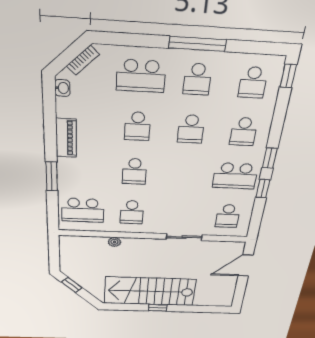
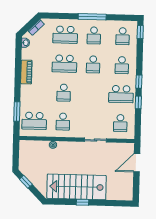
school desk: (138, 126) -> (64, 64), width x1.85
window: (52, 176) -> (17, 112), moved

